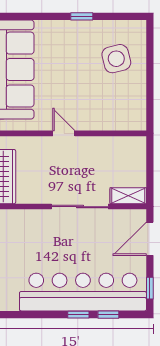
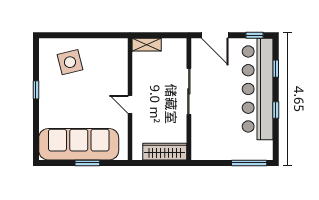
door: (64, 133) -> (130, 104), hinge flipped
shelving: (128, 196) -> (147, 45), moved, turned 90
window: (78, 315) -> (276, 110), moved

